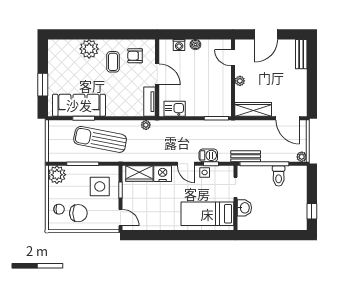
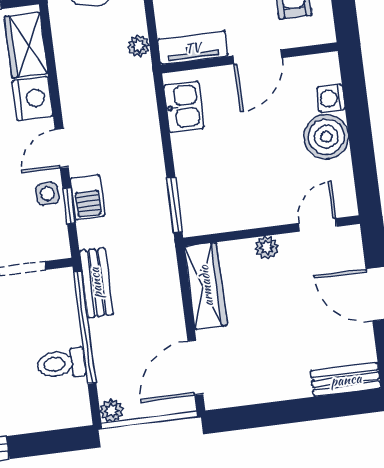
boiler: (195, 45) -> (326, 137), width x1.86, depth x1.86

